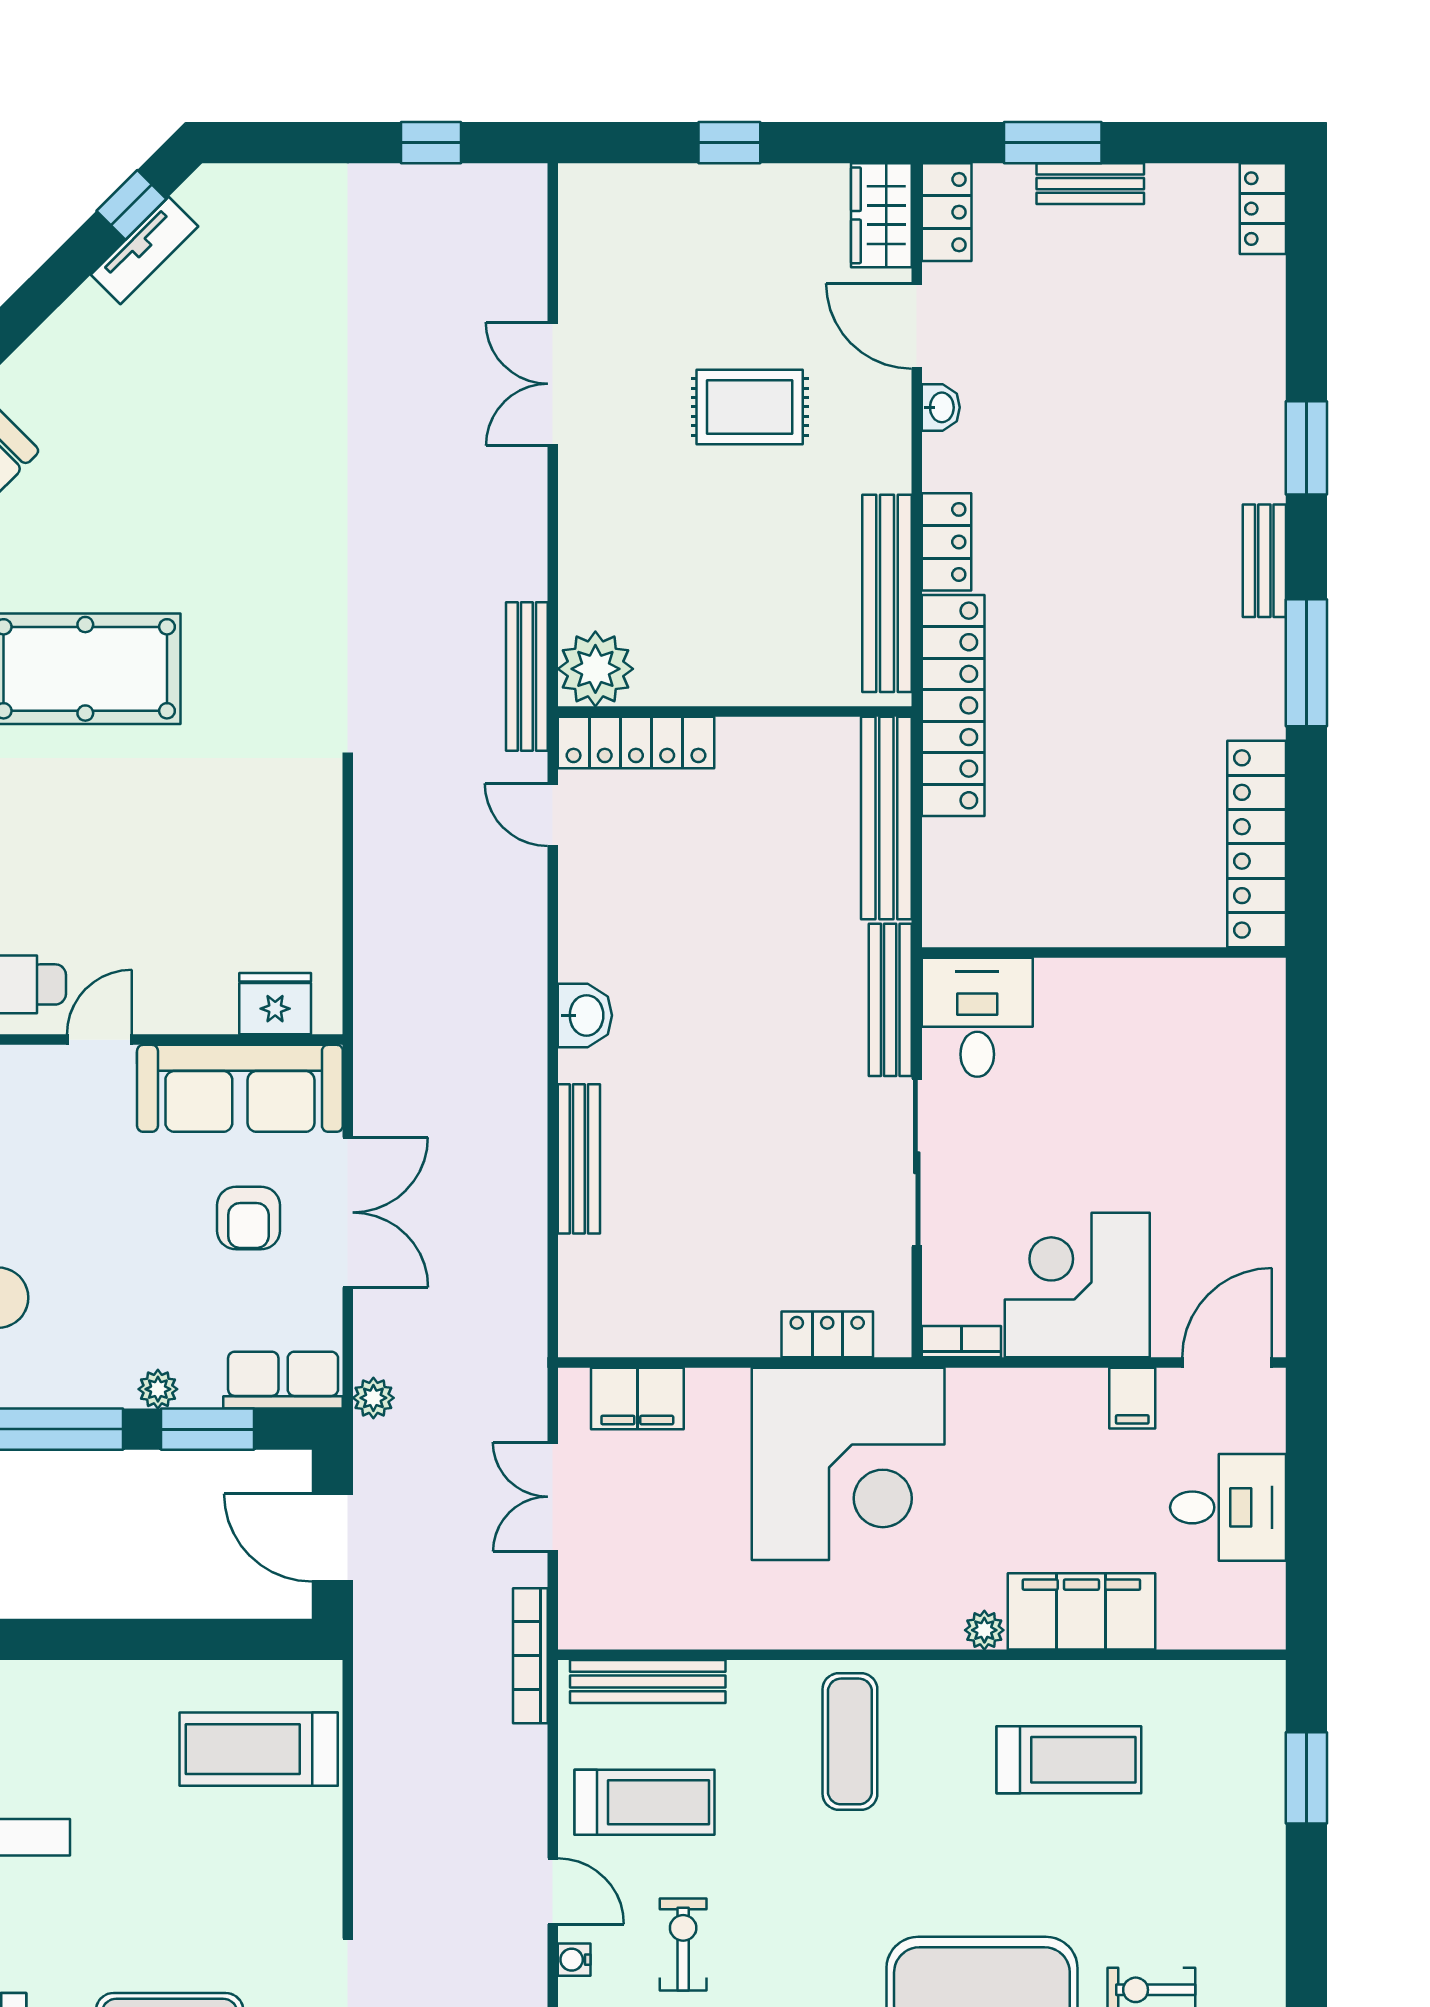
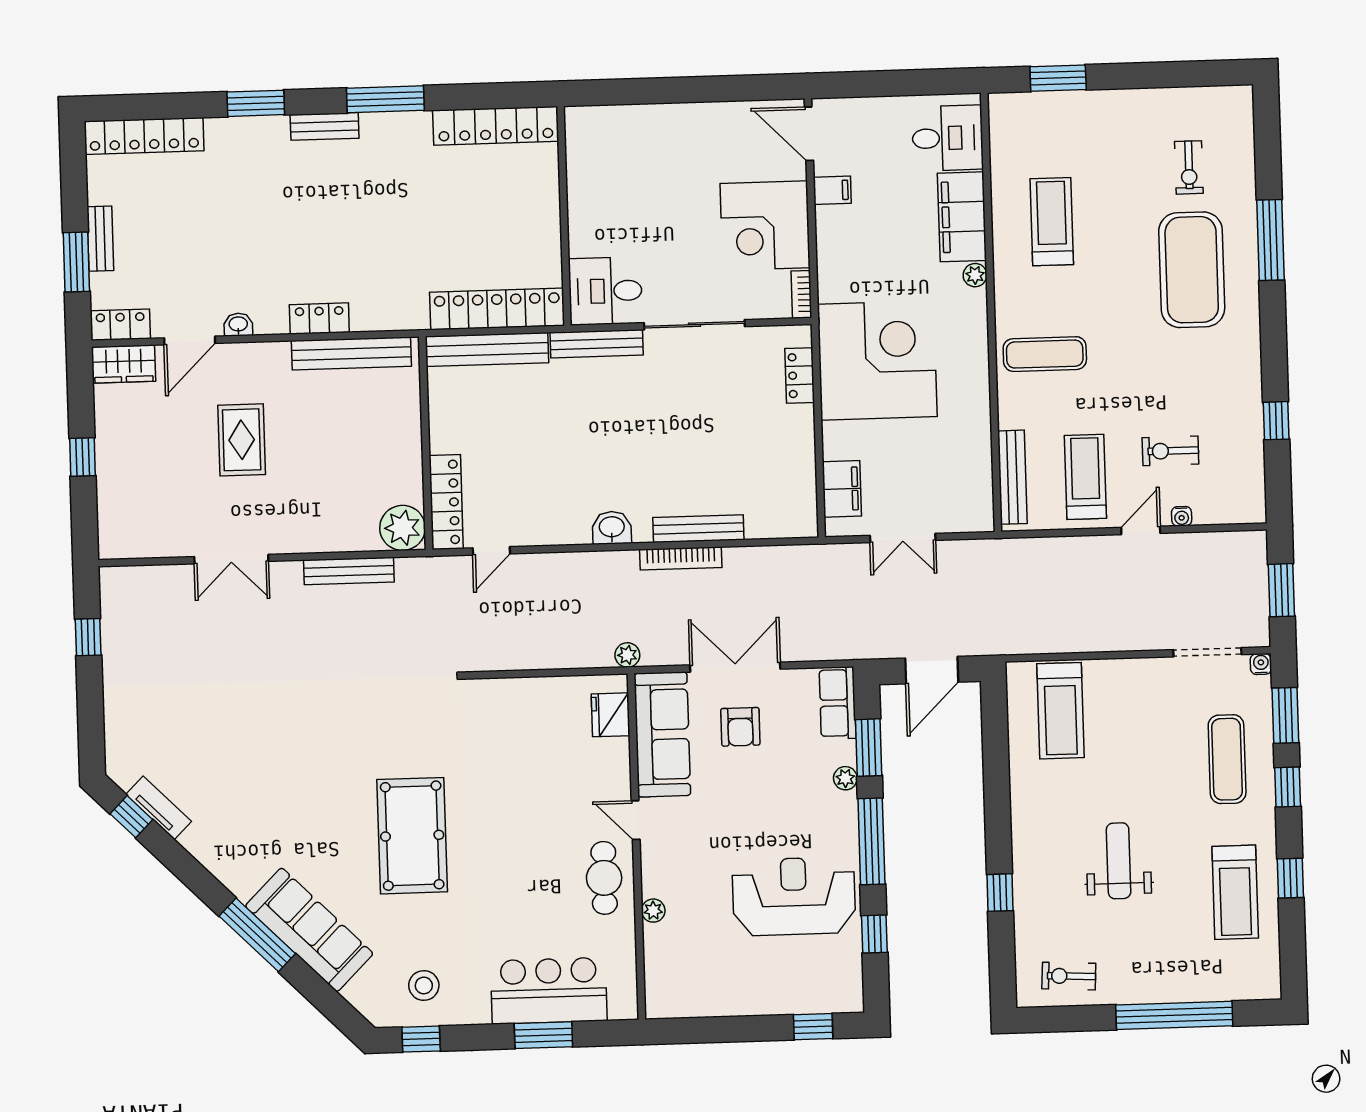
locker: (1263, 209) -> (144, 136), width x2.16, depth x1.21
bench: (527, 677) -> (349, 571), moved
locker: (953, 705) -> (497, 309), moved
armchair: (248, 1218) -> (740, 727), turned 90
plant: (373, 1398) -> (627, 655), moved
desk: (1228, 1507) -> (948, 138), moved, turned 90
bookcase: (530, 1656) -> (681, 558), moved

